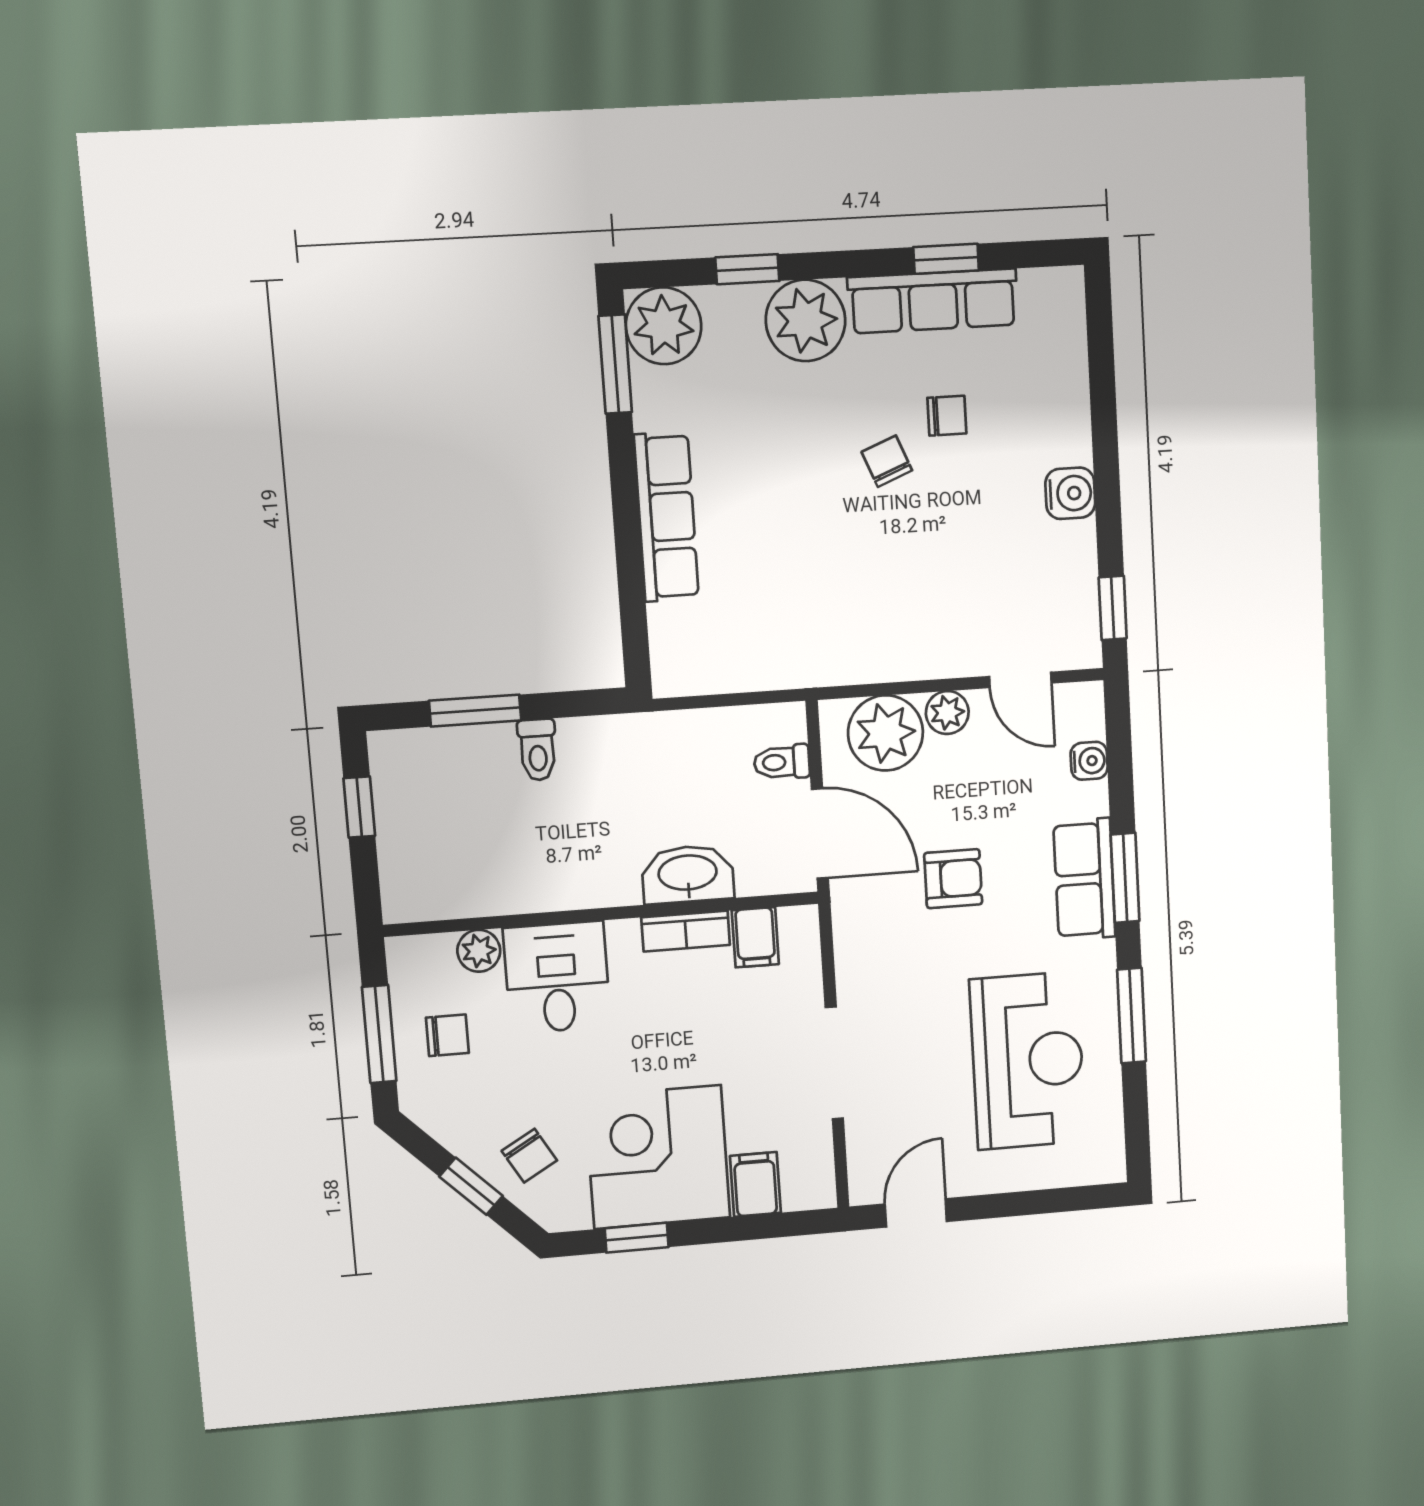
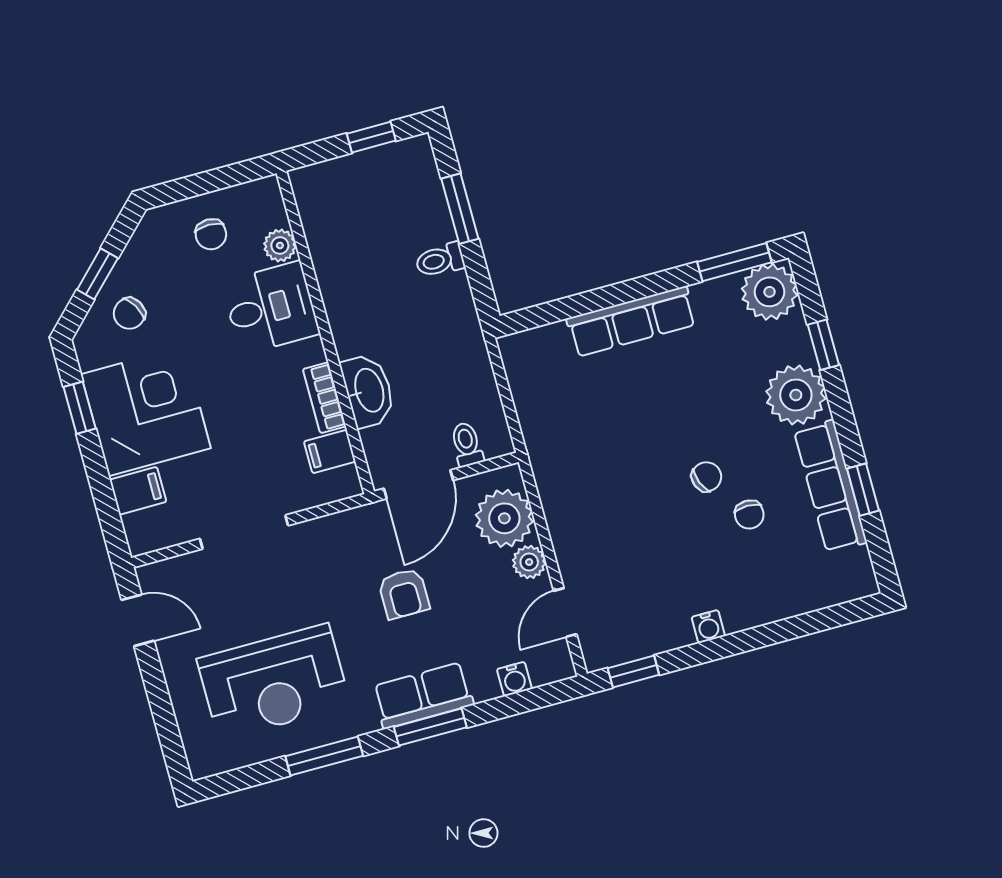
water cooler: (1070, 493) -> (708, 627), width x0.72, depth x0.72
window: (379, 1034) -> (202, 183), removed

